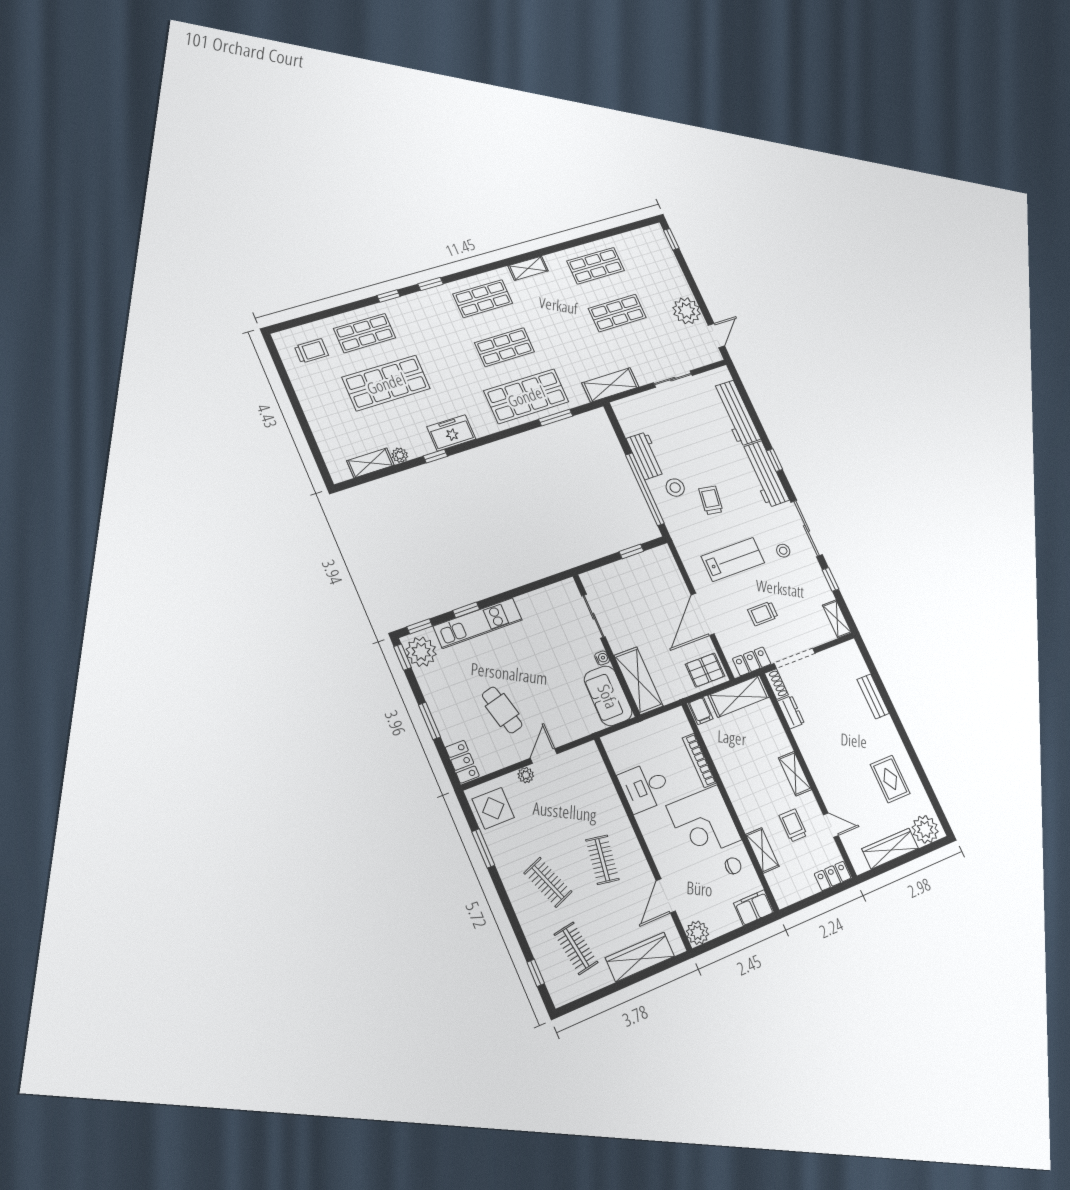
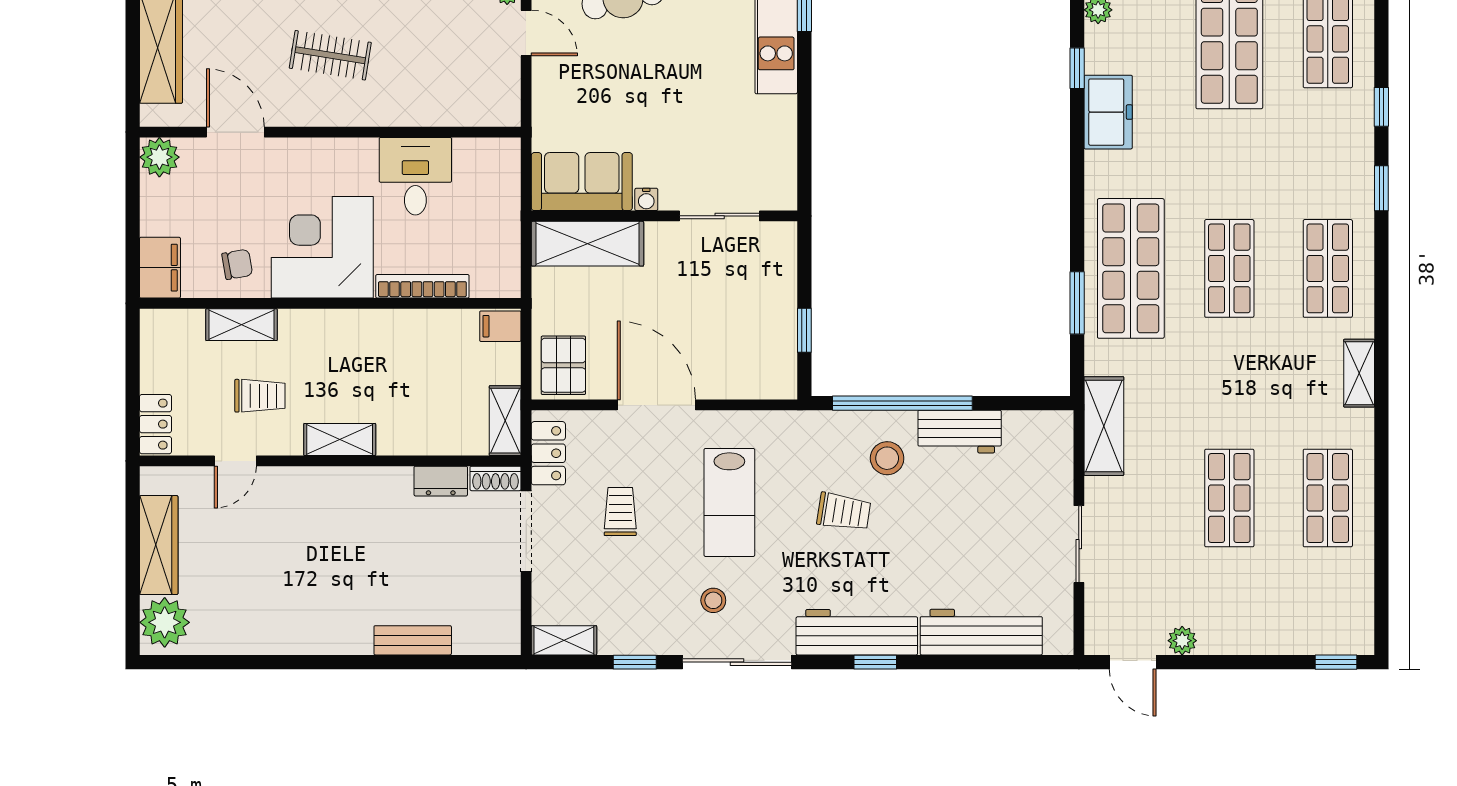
plant: (687, 311) -> (1182, 641), width x0.53, depth x0.53
shelving: (739, 696) -> (505, 421), width x0.67, depth x0.75
rug: (890, 779) -> (268, 602), removed
chair: (733, 866) -> (237, 264), turned -100

